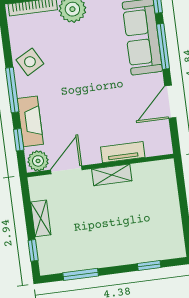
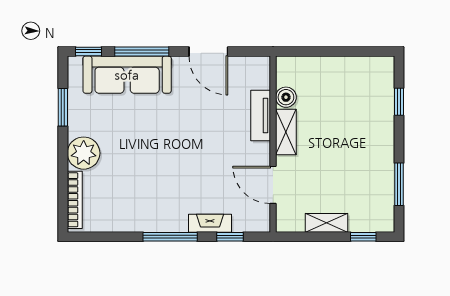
side table: (30, 62) -> (139, 212), removed
fireplace: (30, 121) -> (210, 223), width x0.73, depth x0.76
plant: (38, 161) -> (258, 217), removed
boiler: (141, 171) -> (286, 97), added

